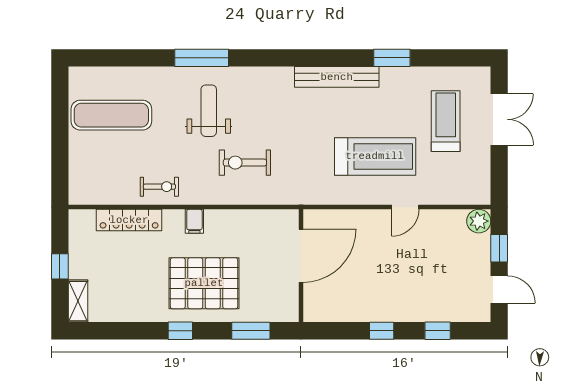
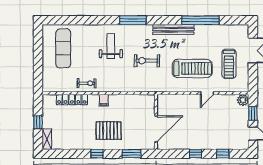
window: (202, 58) -> (133, 20), moved
window: (392, 58) -> (200, 20), width x2.11
exercise mat: (111, 115) -> (63, 48), turned 90
treadmill: (446, 121) -> (229, 64), moved, turned 180
exercise bike: (245, 163) -> (147, 61), moved
door: (301, 256) -> (156, 129), moved
pallet: (204, 283) -> (109, 131), width x0.73, depth x0.71

